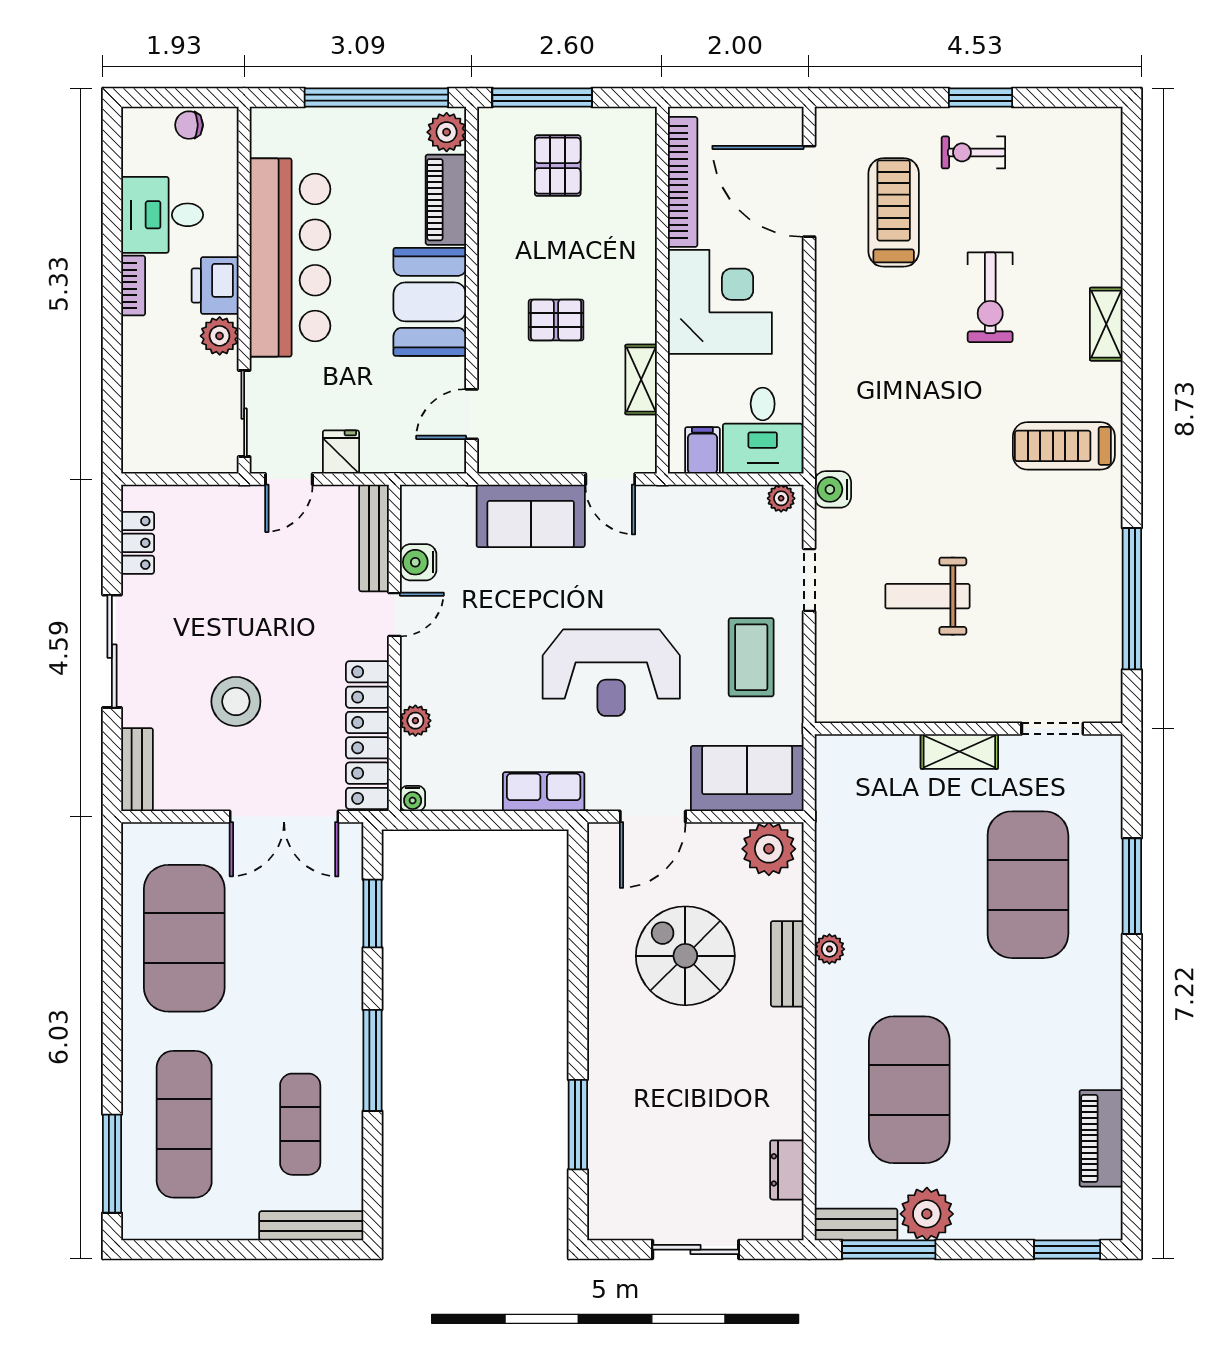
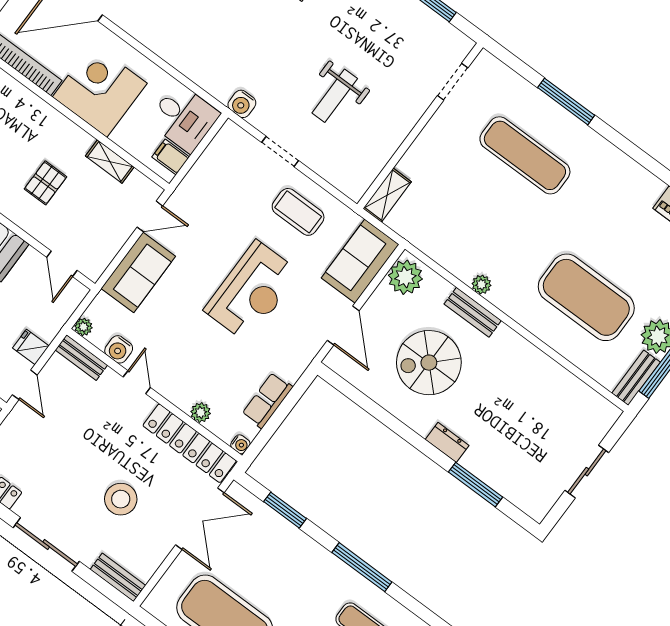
plant: (781, 498) -> (83, 327), moved
bench: (374, 538) -> (81, 358), width x0.73
shelving: (959, 752) -> (387, 195), moved
row of seats: (544, 792) -> (267, 400), moved
exercise mat: (1028, 885) -> (525, 155), width x0.68
dresser: (787, 1170) -> (447, 442), moved, turned 180

